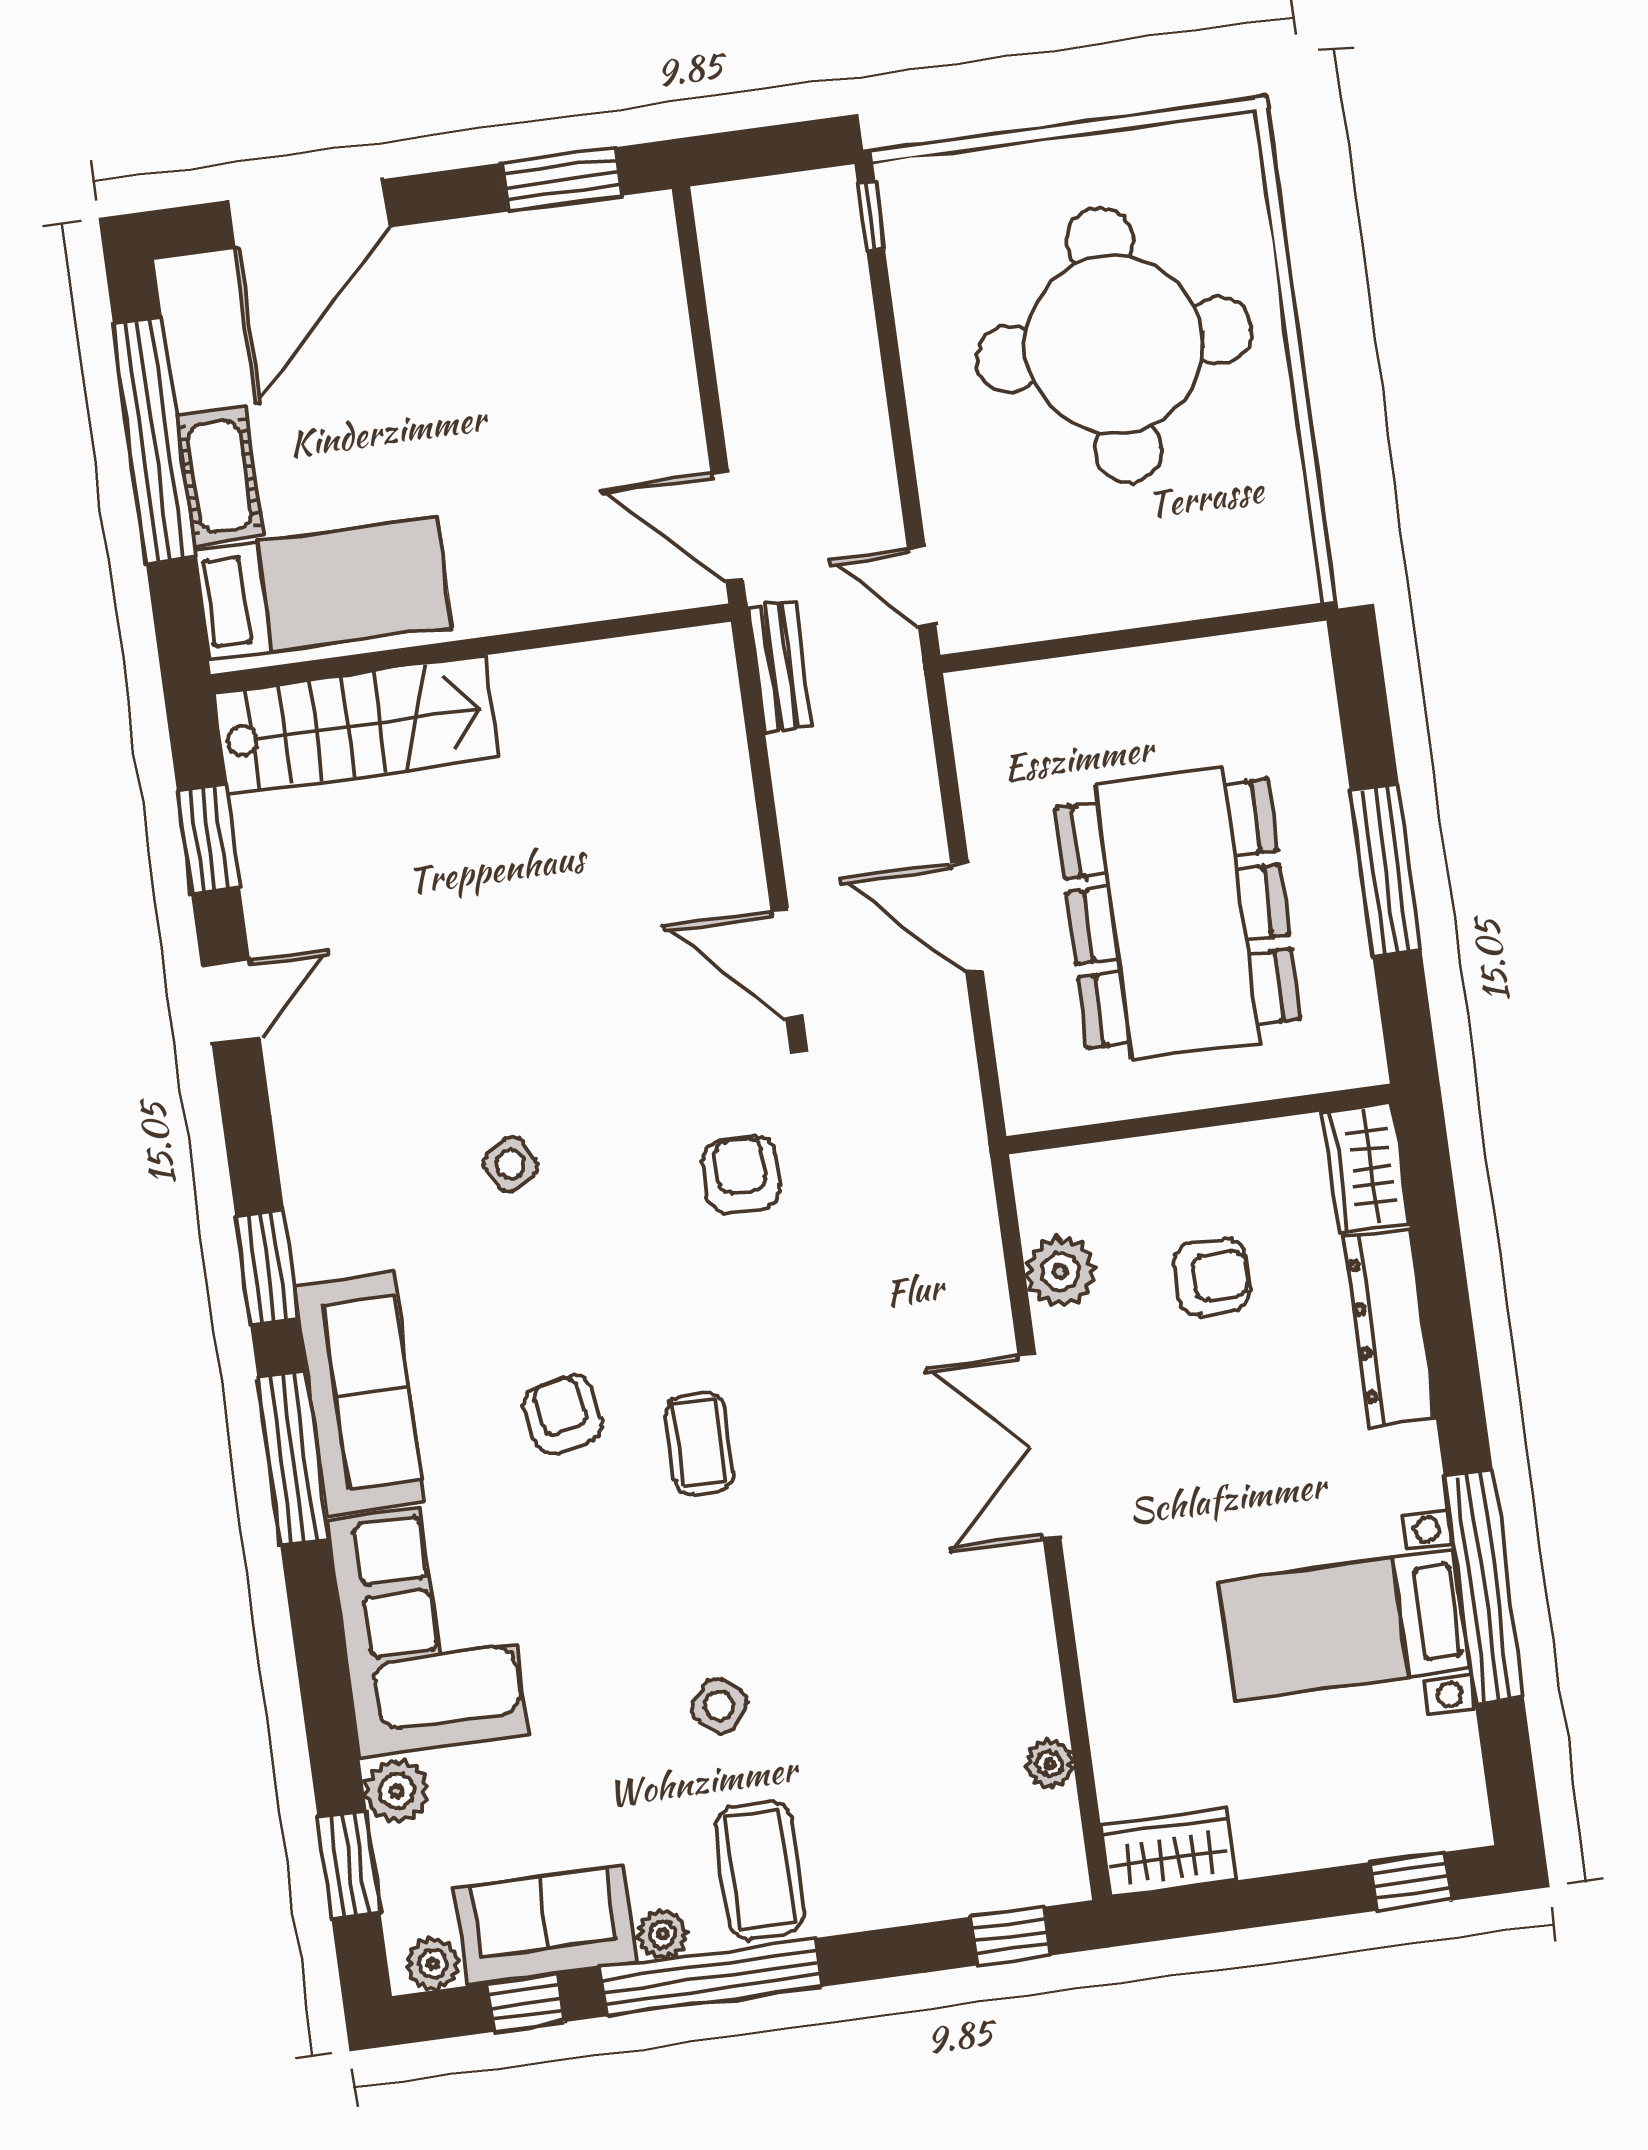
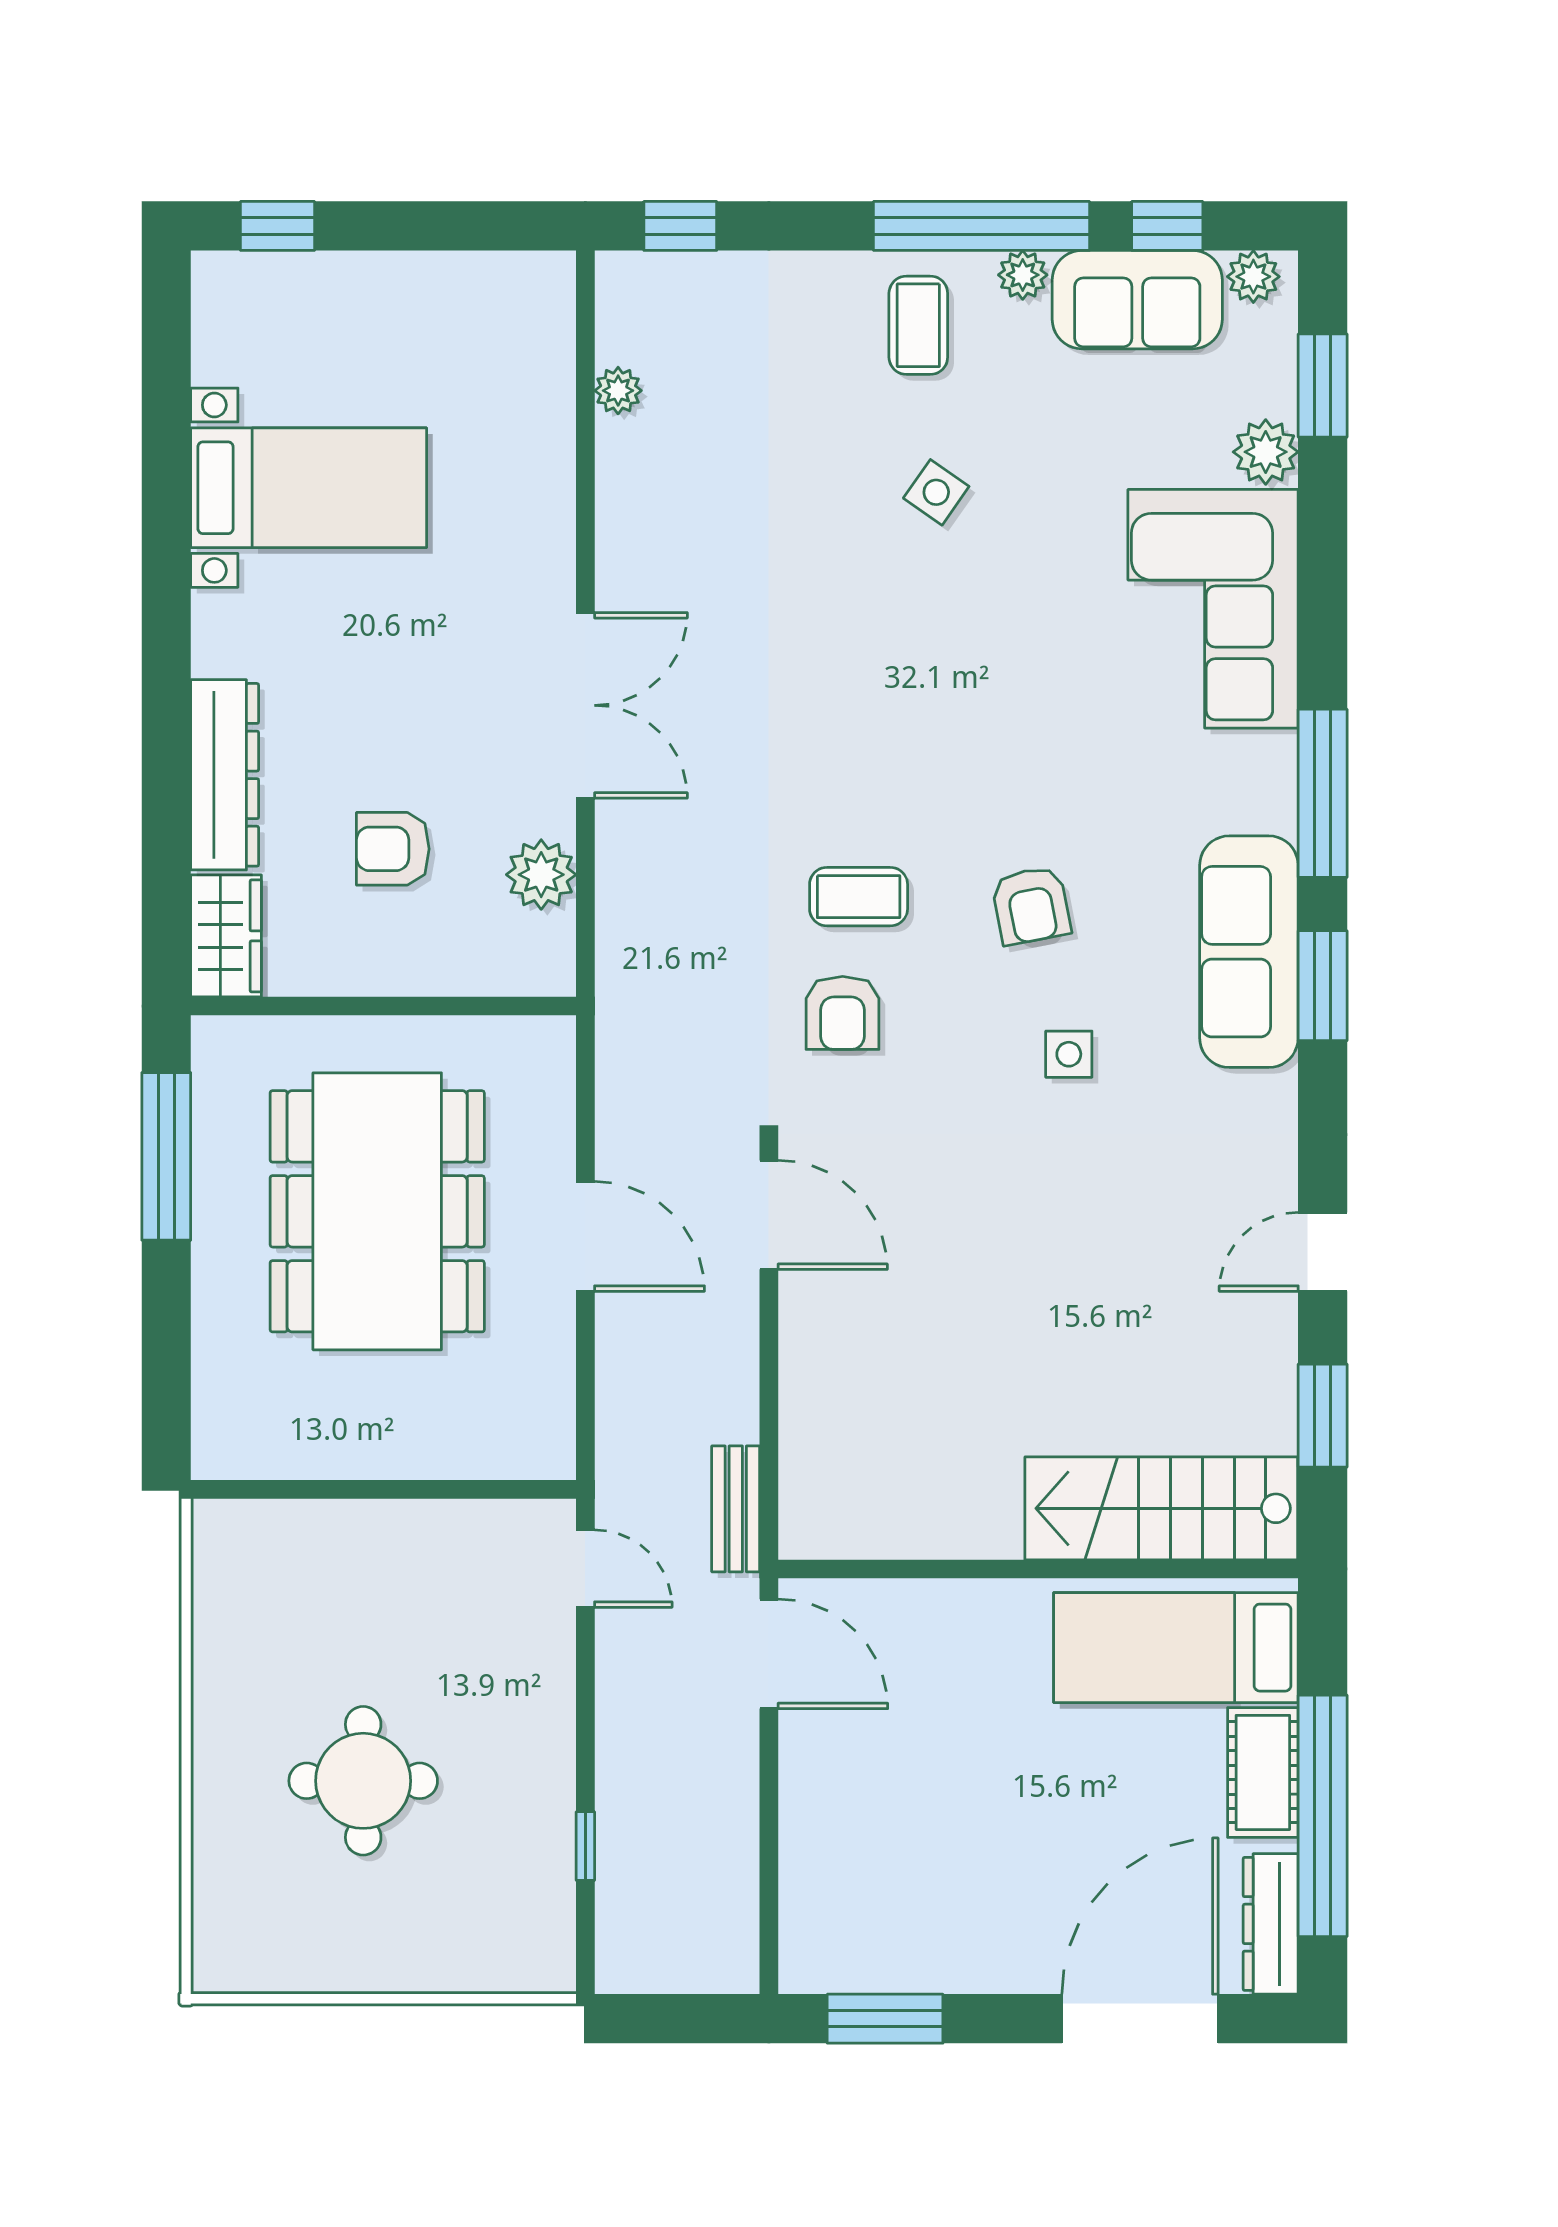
window: (871, 217) -> (585, 1846), moved
dresser: (191, 326) -> (1271, 1924), added
round table: (1114, 345) -> (363, 1781), width x0.54, depth x0.54
window: (1386, 870) -> (166, 1156), moved
side table: (511, 1165) -> (1069, 1054), turned 30
sofa: (359, 1394) -> (1249, 952), moved
armchair: (563, 1414) -> (1031, 905), moved
coffee table: (699, 1443) -> (859, 897), moved, turned 90
window: (1484, 1586) -> (166, 507), removed
wardrobe: (1168, 1853) -> (513, 287), removed
coffee table: (760, 1870) -> (918, 325), width x0.73, depth x0.77

